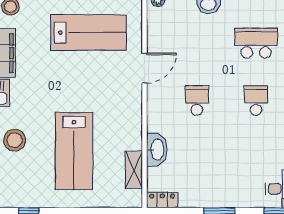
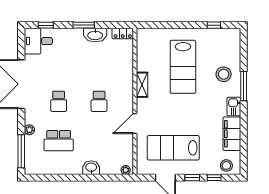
washbasin: (157, 150) -> (95, 35), moved, turned -90
lab bench: (74, 151) -> (183, 67), turned 180
shelving: (134, 170) -> (142, 85), moved

